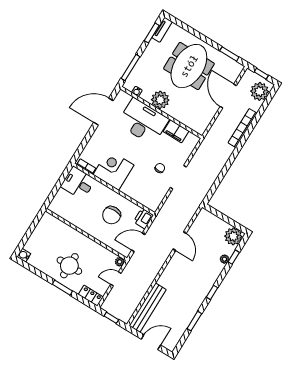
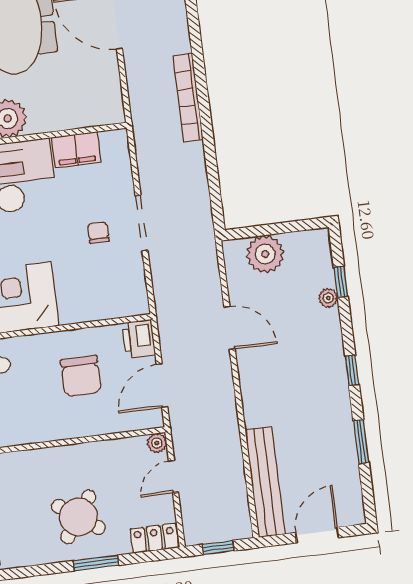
bookcase: (243, 128) -> (188, 97), moved
plant: (233, 236) -> (265, 254), moved
round table: (69, 266) -> (78, 517), turned 35

